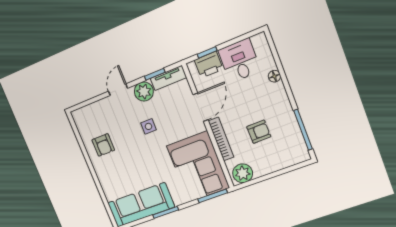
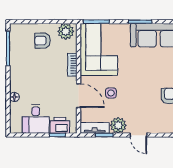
door: (118, 90) -> (138, 135), hinge flipped
door: (200, 107) -> (79, 96), swing flipped
side table: (149, 126) -> (111, 93), moved
armchair: (259, 132) -> (43, 41), moved
bookcase: (221, 139) -> (72, 65), width x0.64

